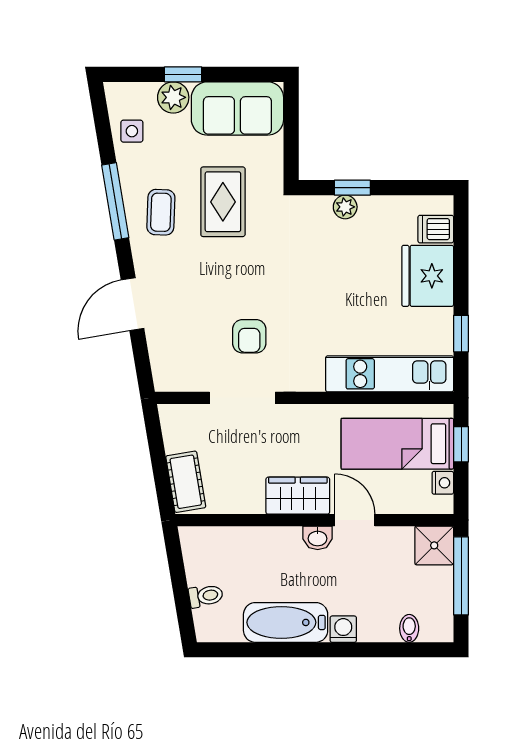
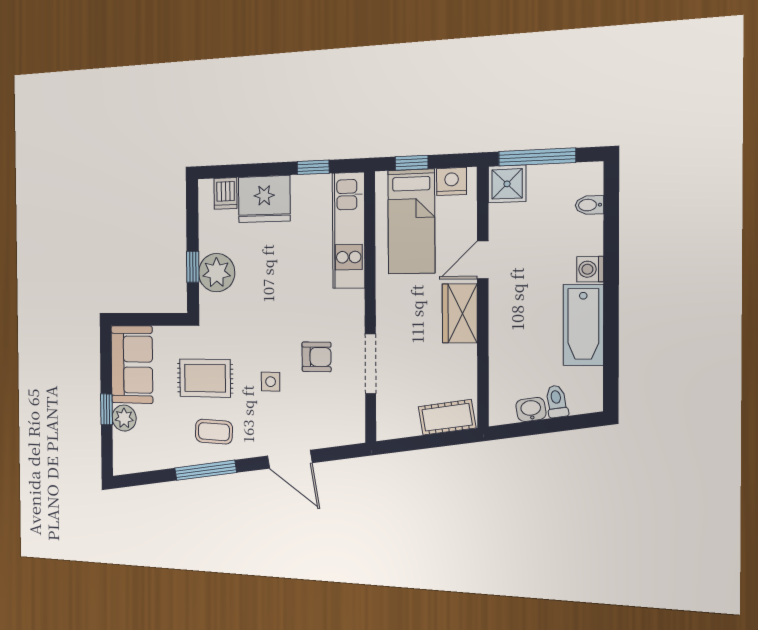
side table: (132, 131) -> (271, 382), moved
plant: (345, 207) -> (217, 273), width x1.87, depth x1.87
nightstand: (443, 483) -> (452, 182), width x1.39, depth x1.35
washbasin: (318, 538) -> (531, 409), moved, turned -100

